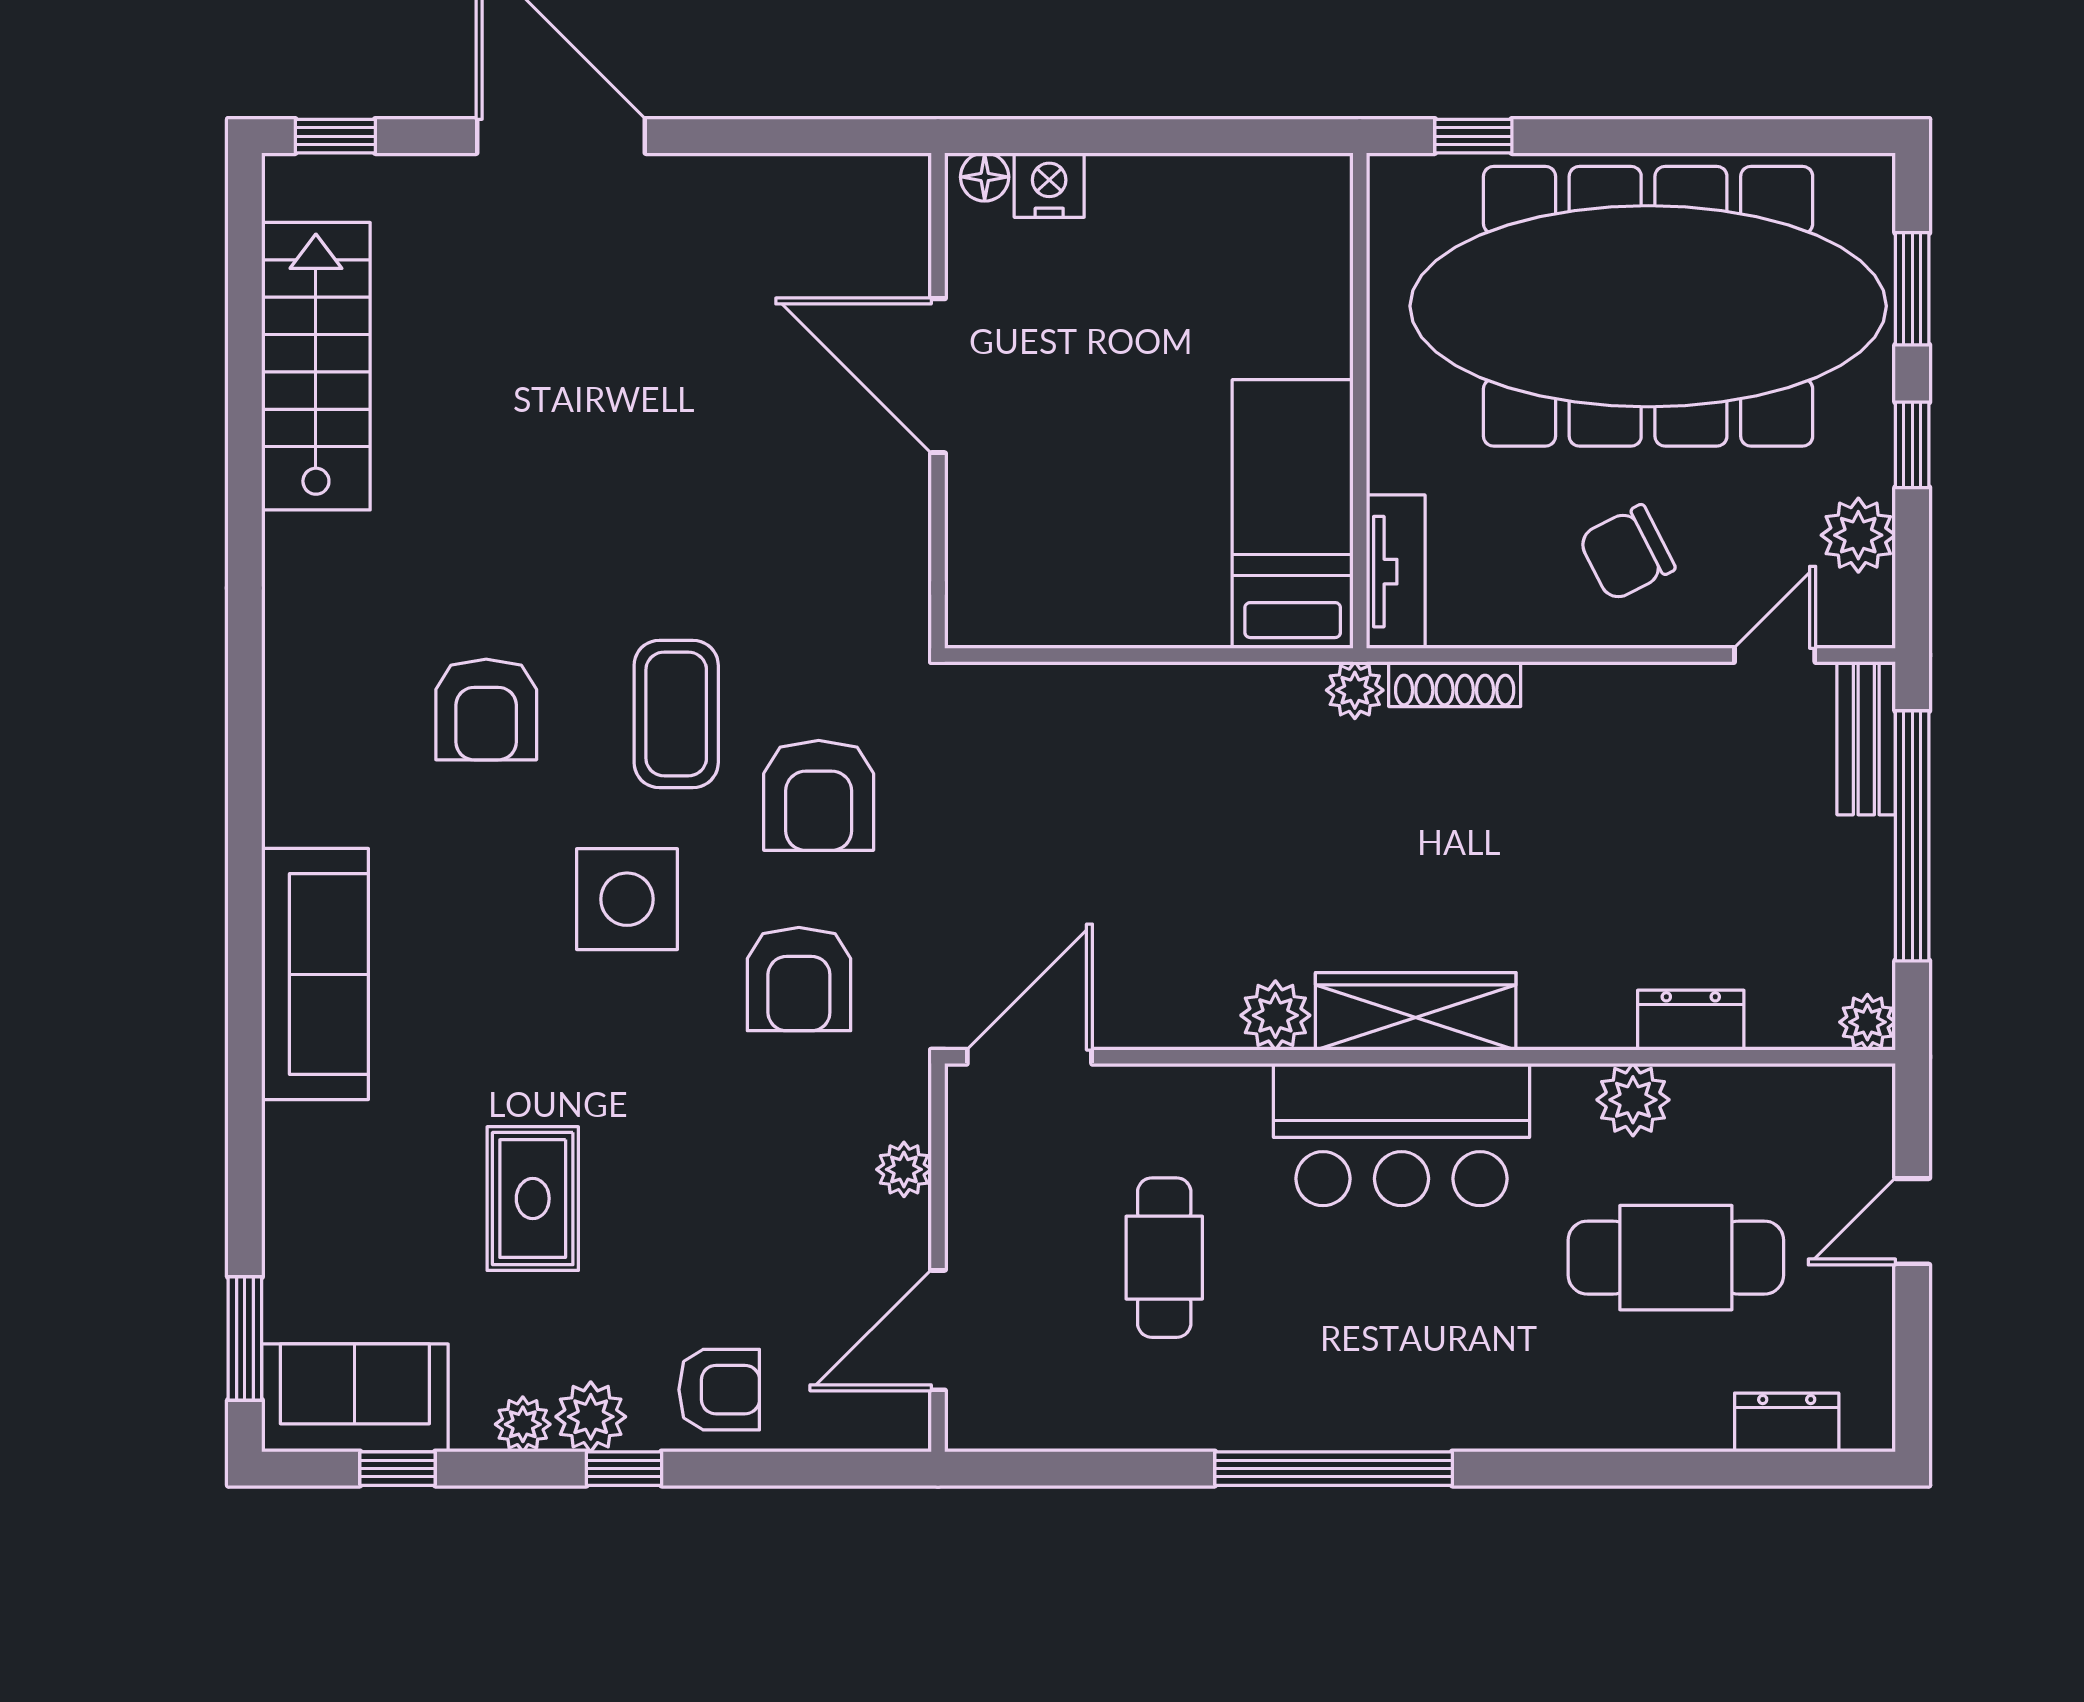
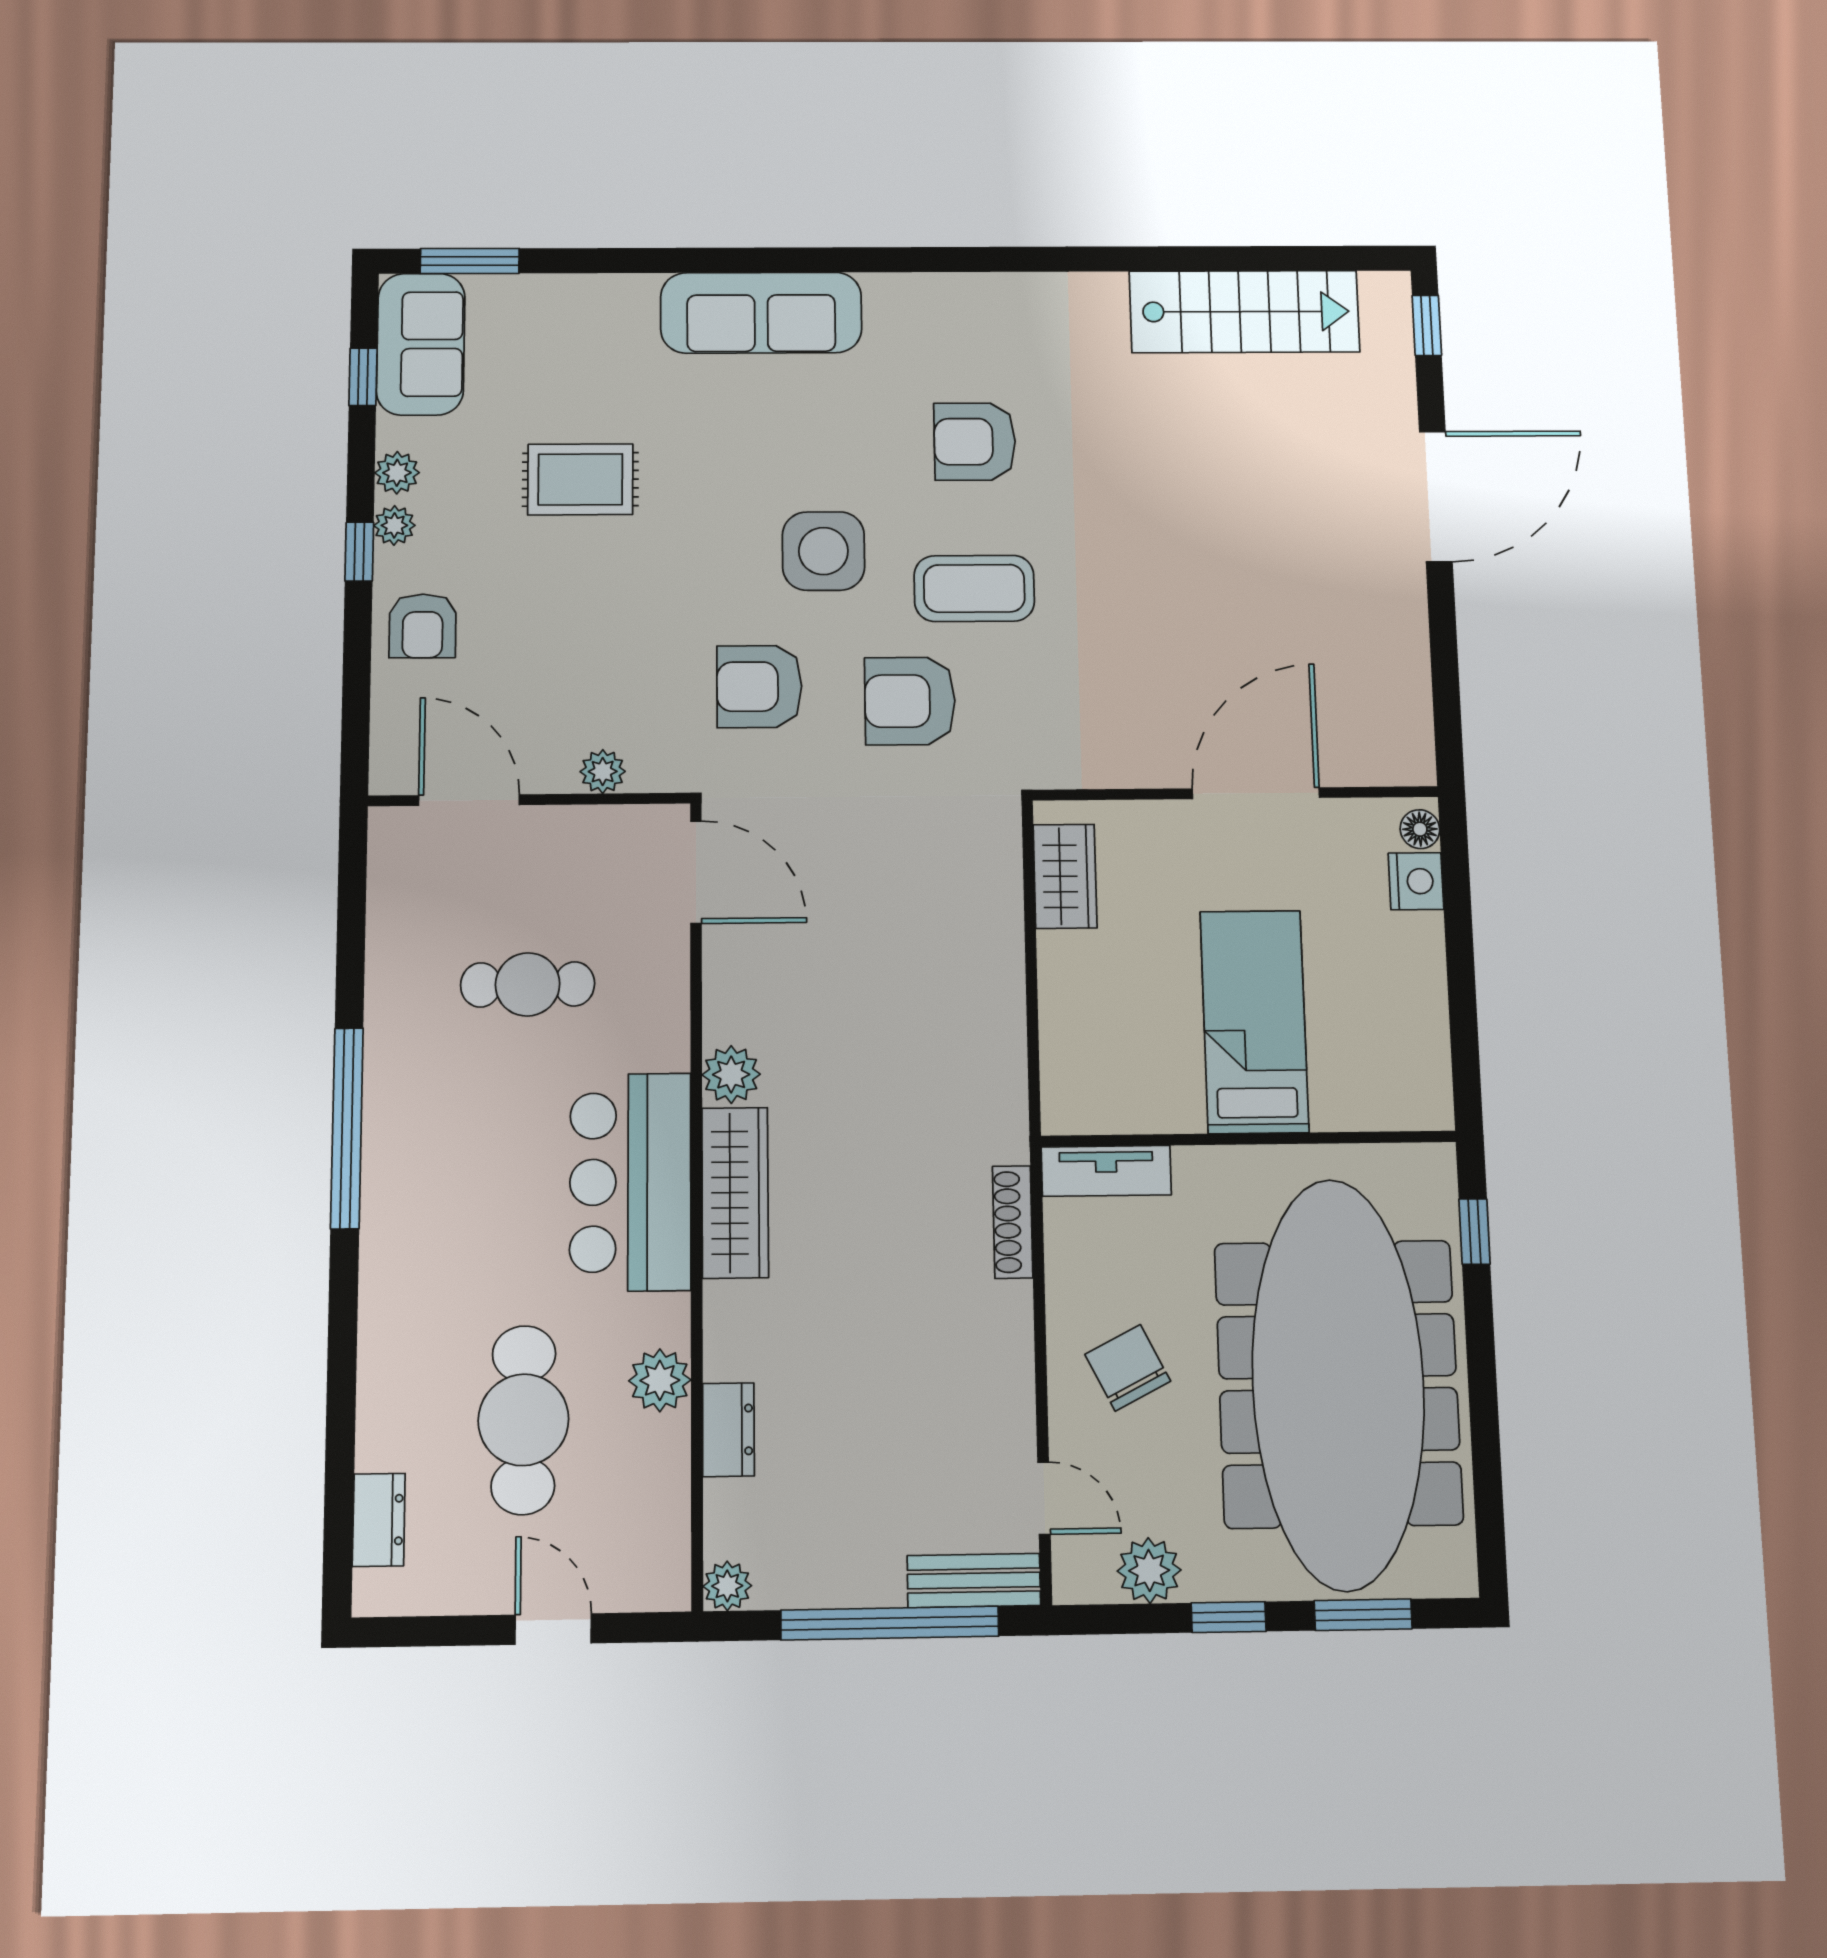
bed: (1293, 514) -> (1254, 1021), moved, turned -90
wardrobe: (1039, 611) -> (1065, 876), added
plant: (1355, 690) -> (1006, 1138), removed
plant: (591, 1417) -> (394, 525), width x0.73, depth x0.73

